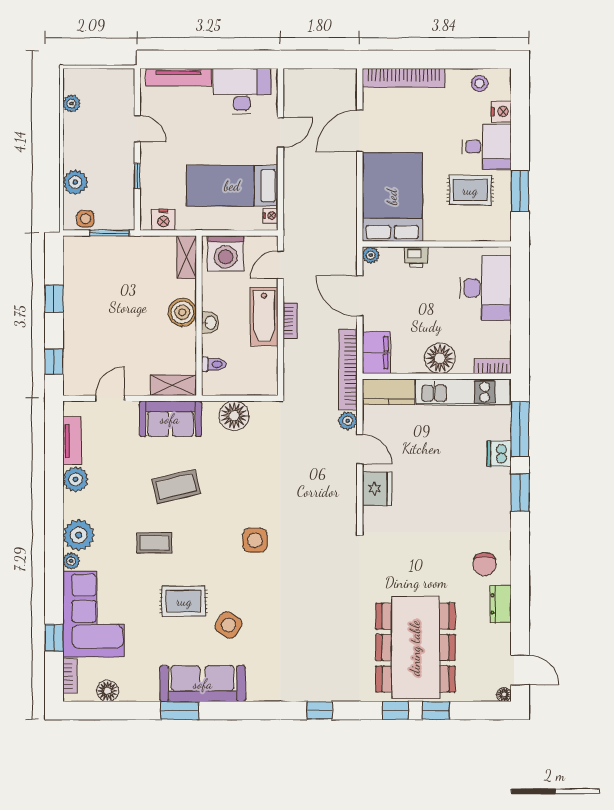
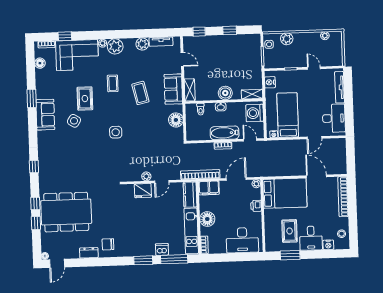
door: (137, 129) -> (314, 68), swing flipped
door: (280, 132) -> (314, 138), hinge flipped
plant: (348, 421) -> (146, 176), moved
sofa: (203, 684) -> (45, 115), width x0.73

